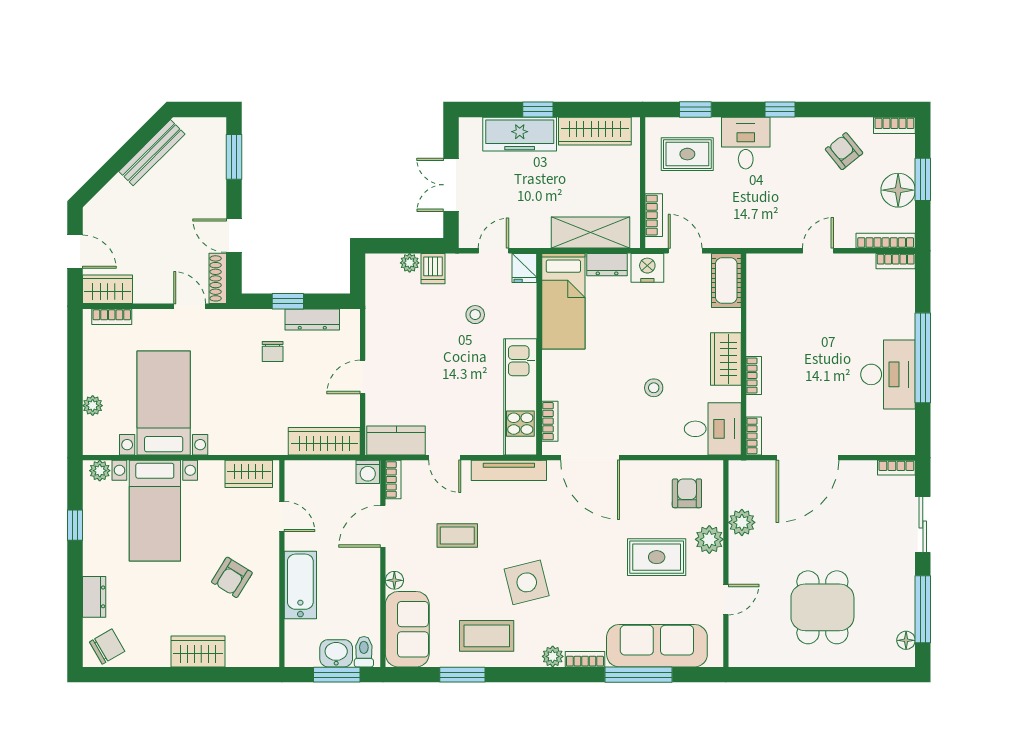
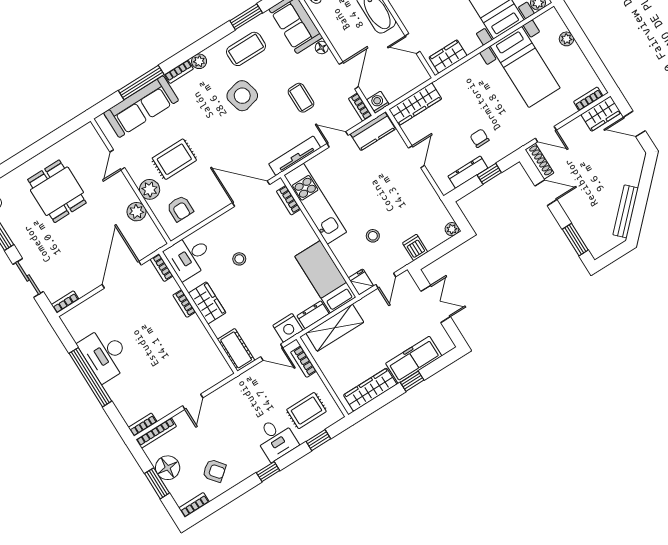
plant: (410, 263) -> (452, 229), moved
coffee table: (457, 536) -> (301, 98), turned 90

